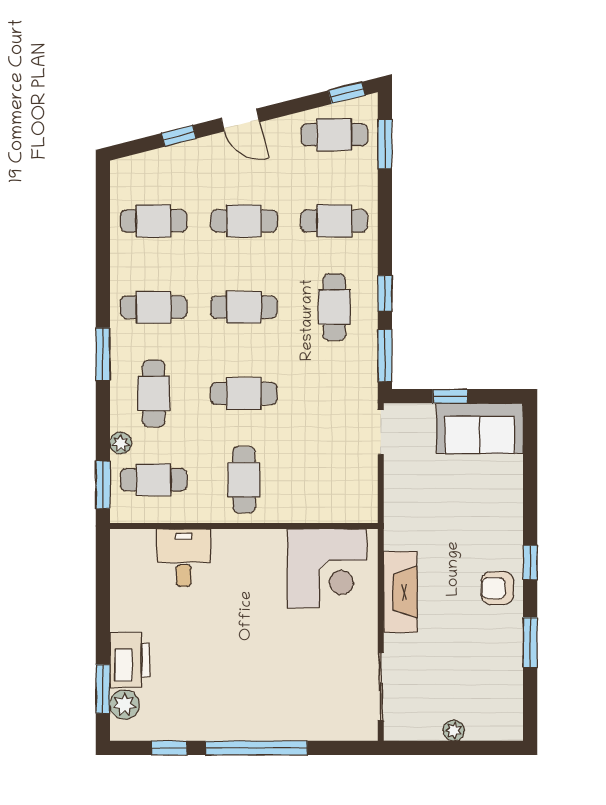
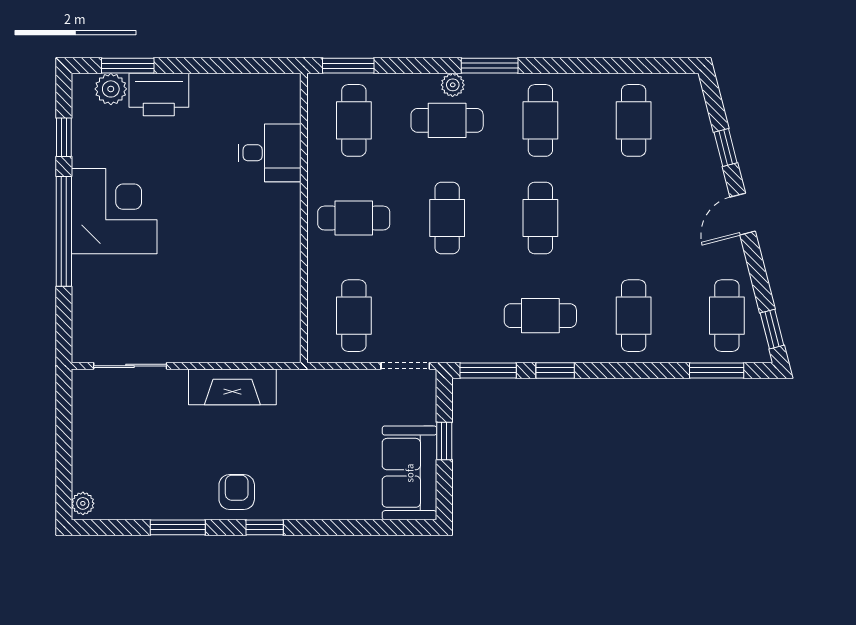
cafe table: (244, 221) -> (354, 316), moved
plant: (121, 443) -> (453, 85), moved
corner desk: (327, 568) -> (114, 211), moved, turned 180
plant: (454, 730) -> (83, 503), moved

